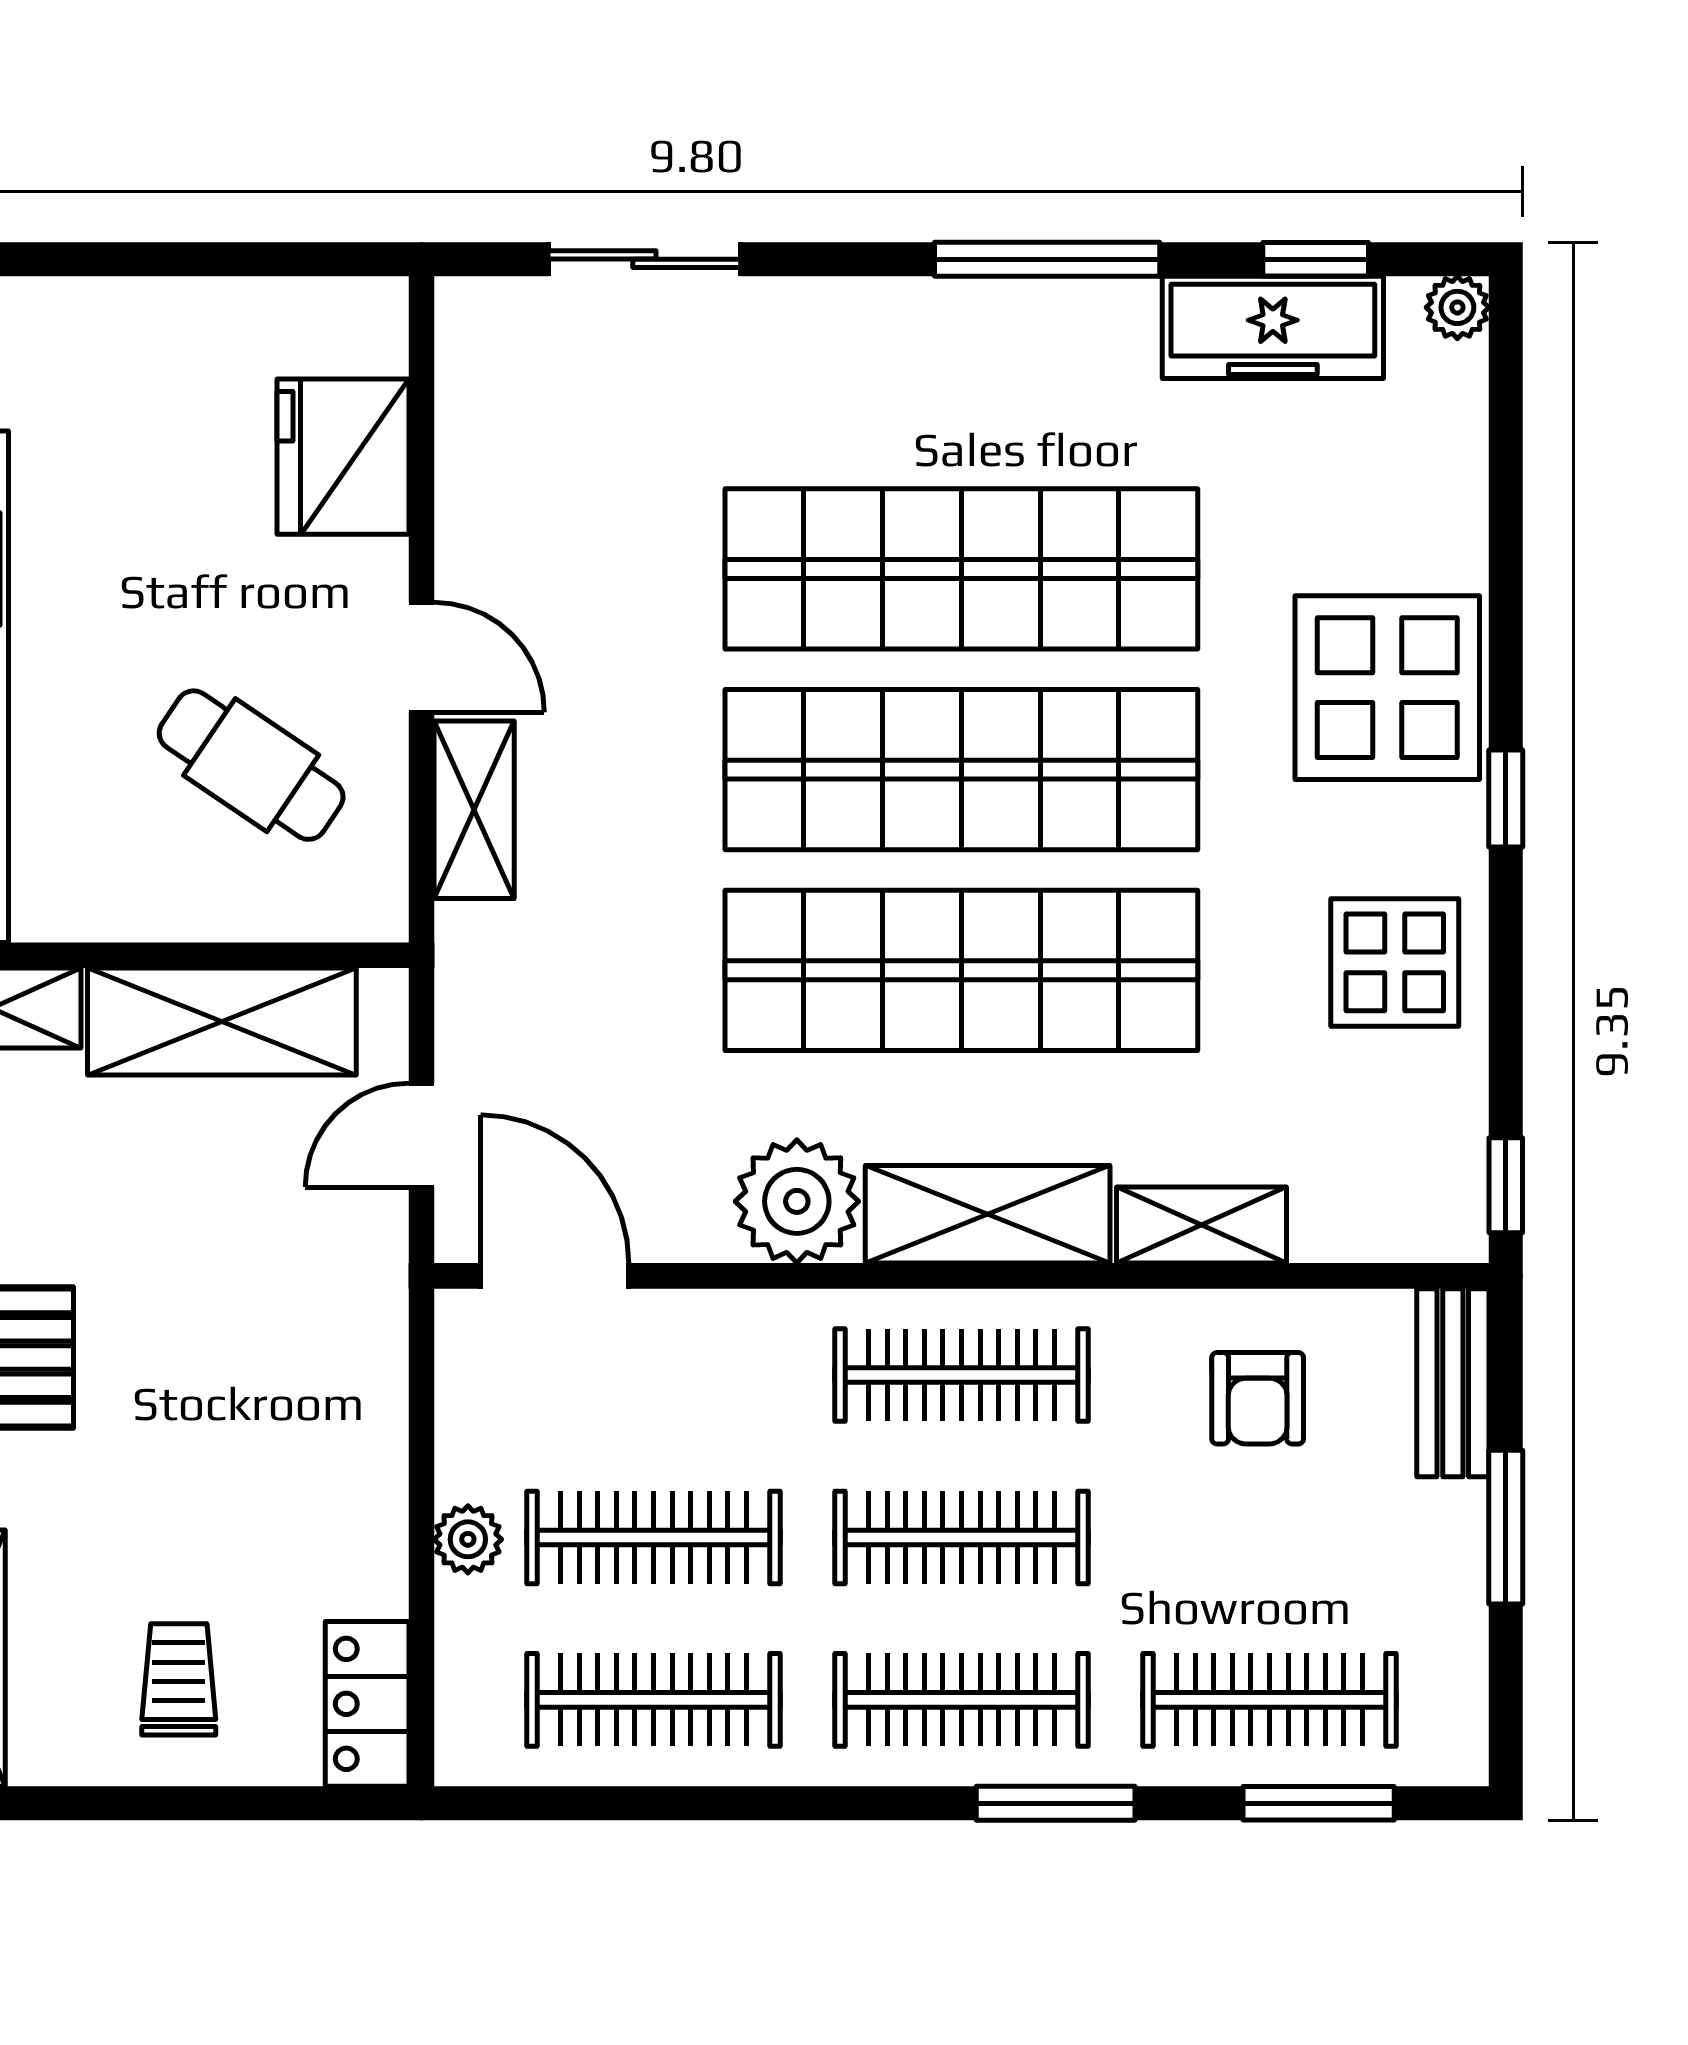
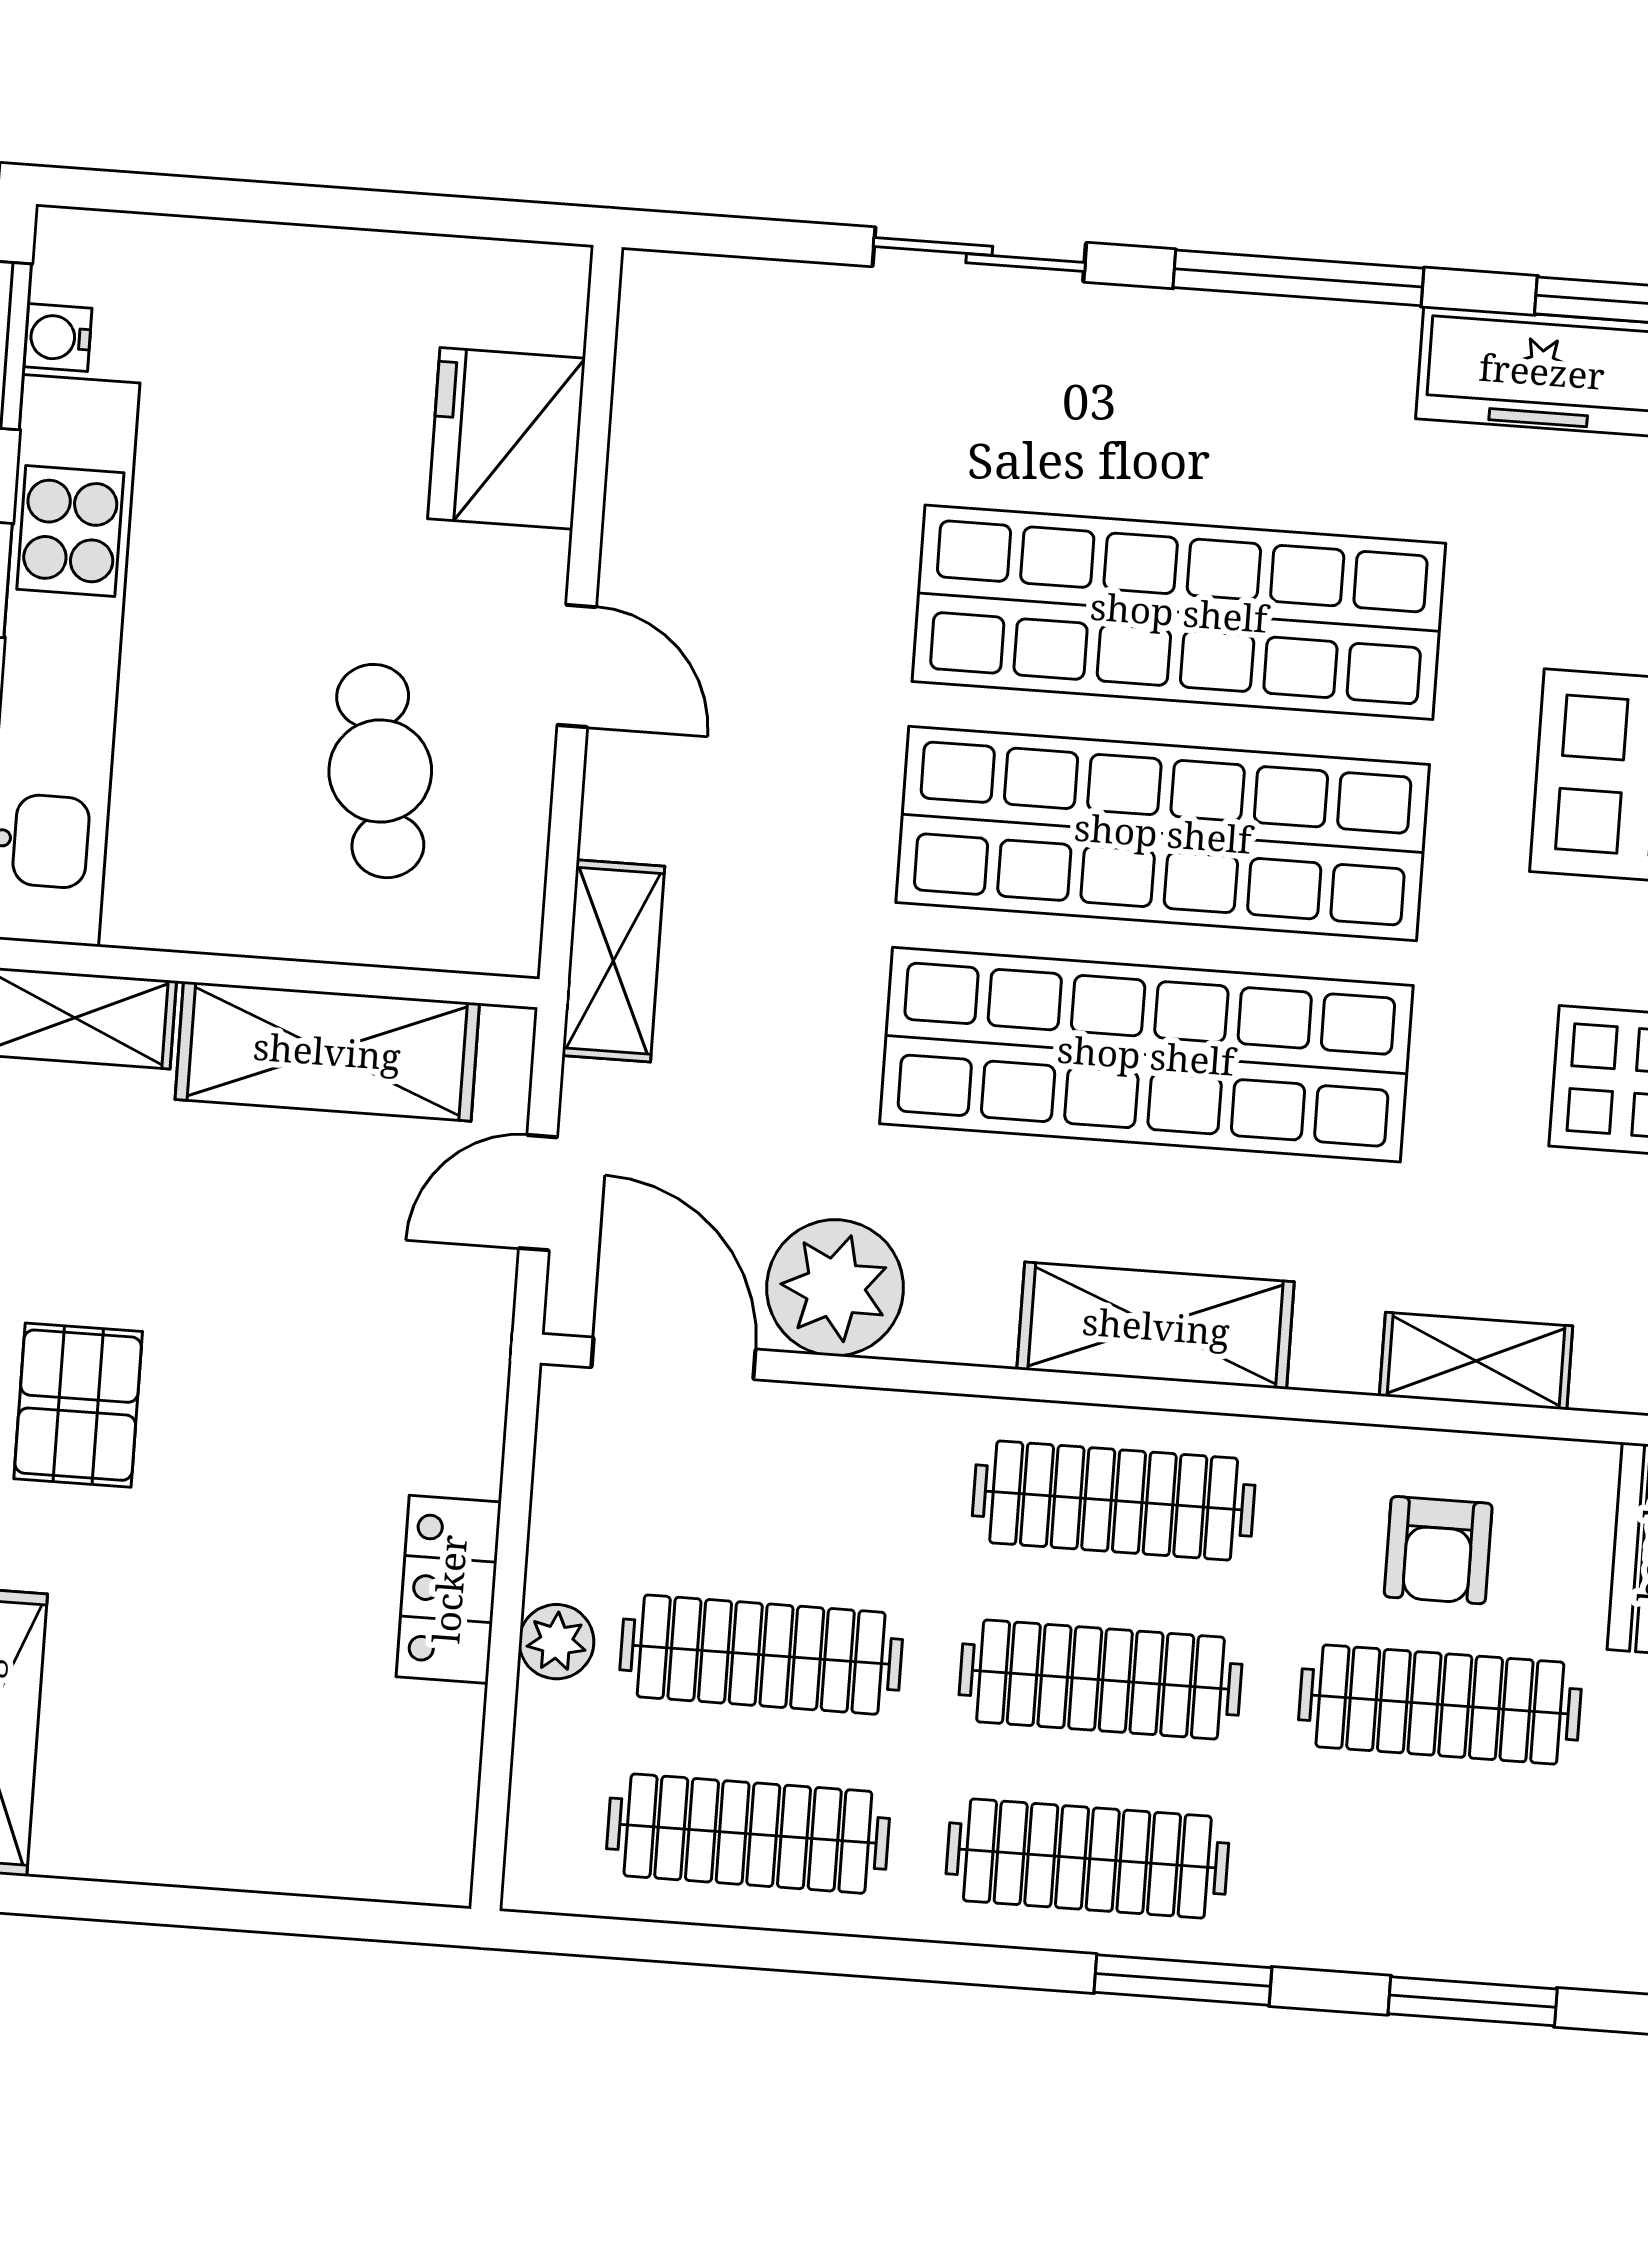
sliding door: (644, 259) -> (979, 254), moved
cafe table: (251, 765) -> (380, 771), turned 46
shelving: (474, 810) -> (613, 961), moved
plant: (797, 1201) -> (835, 1288), moved
shelving: (1202, 1225) -> (1476, 1361), moved
trolley: (179, 1679) -> (227, 1773), removed
clothes rail: (1269, 1700) -> (1440, 1704), moved
locker: (367, 1704) -> (449, 1589), moved

